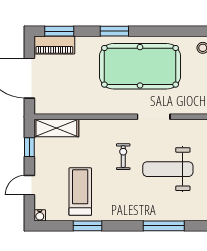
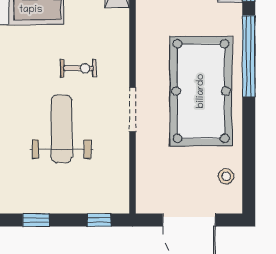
window: (114, 31) -> (249, 56), width x2.11

